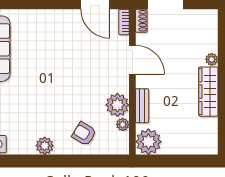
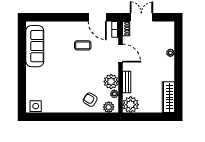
coffee table: (72, 47) -> (83, 45), added
wardrobe: (208, 92) -> (168, 97), moved
plant: (45, 146) -> (109, 107), moved

